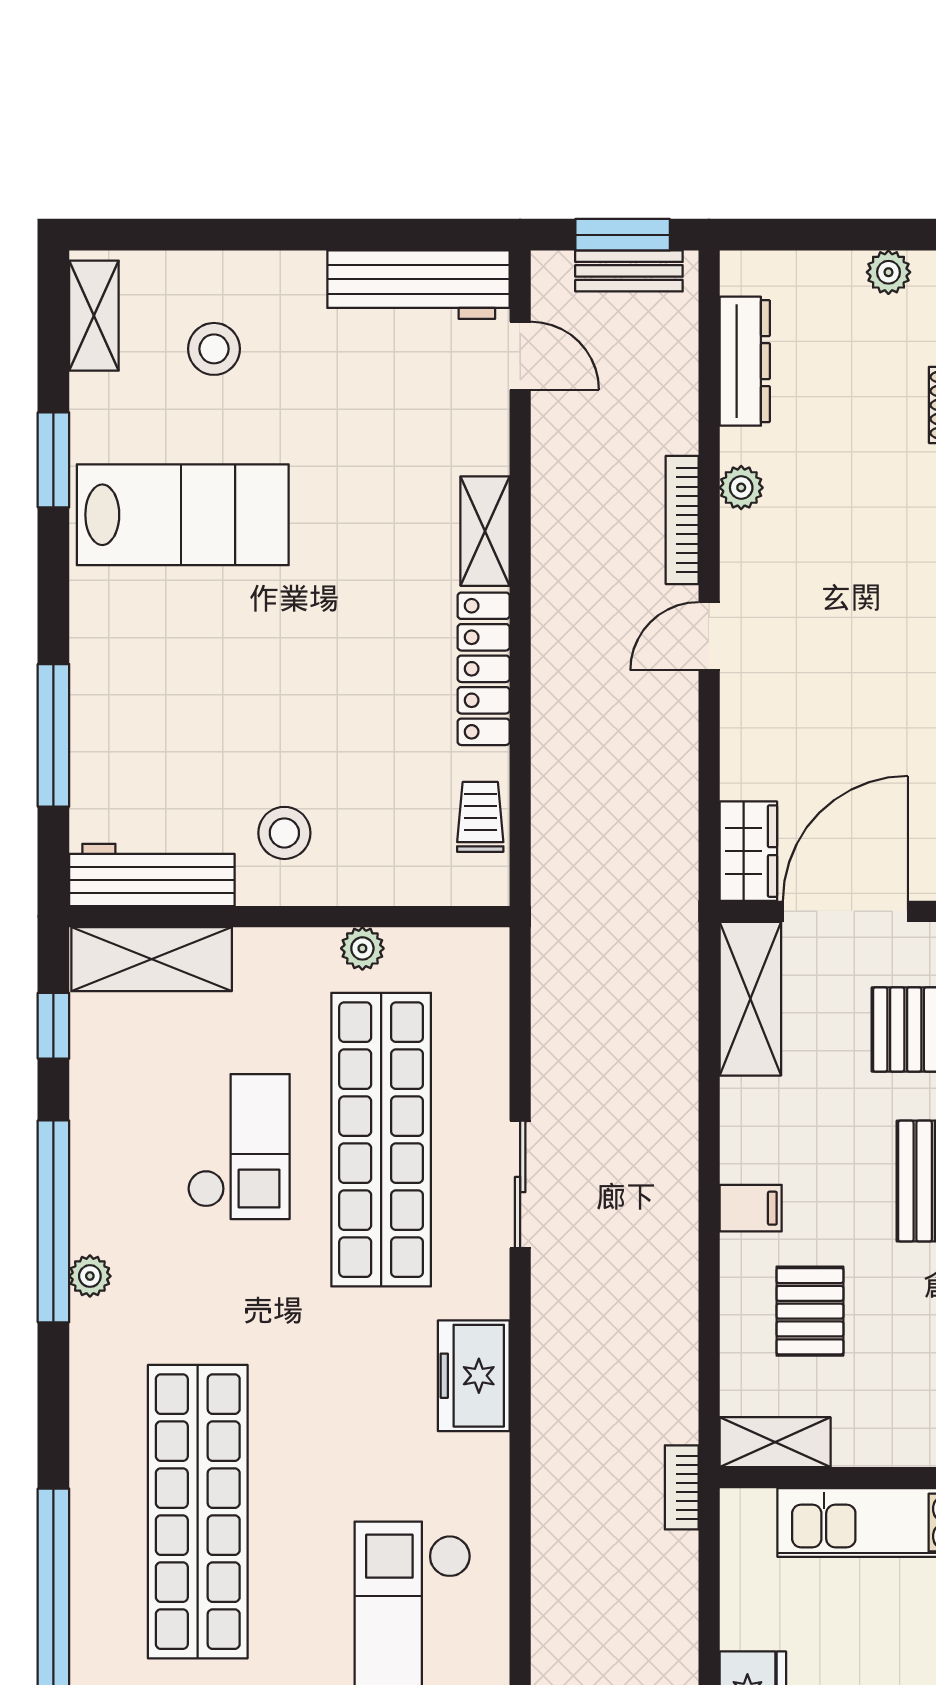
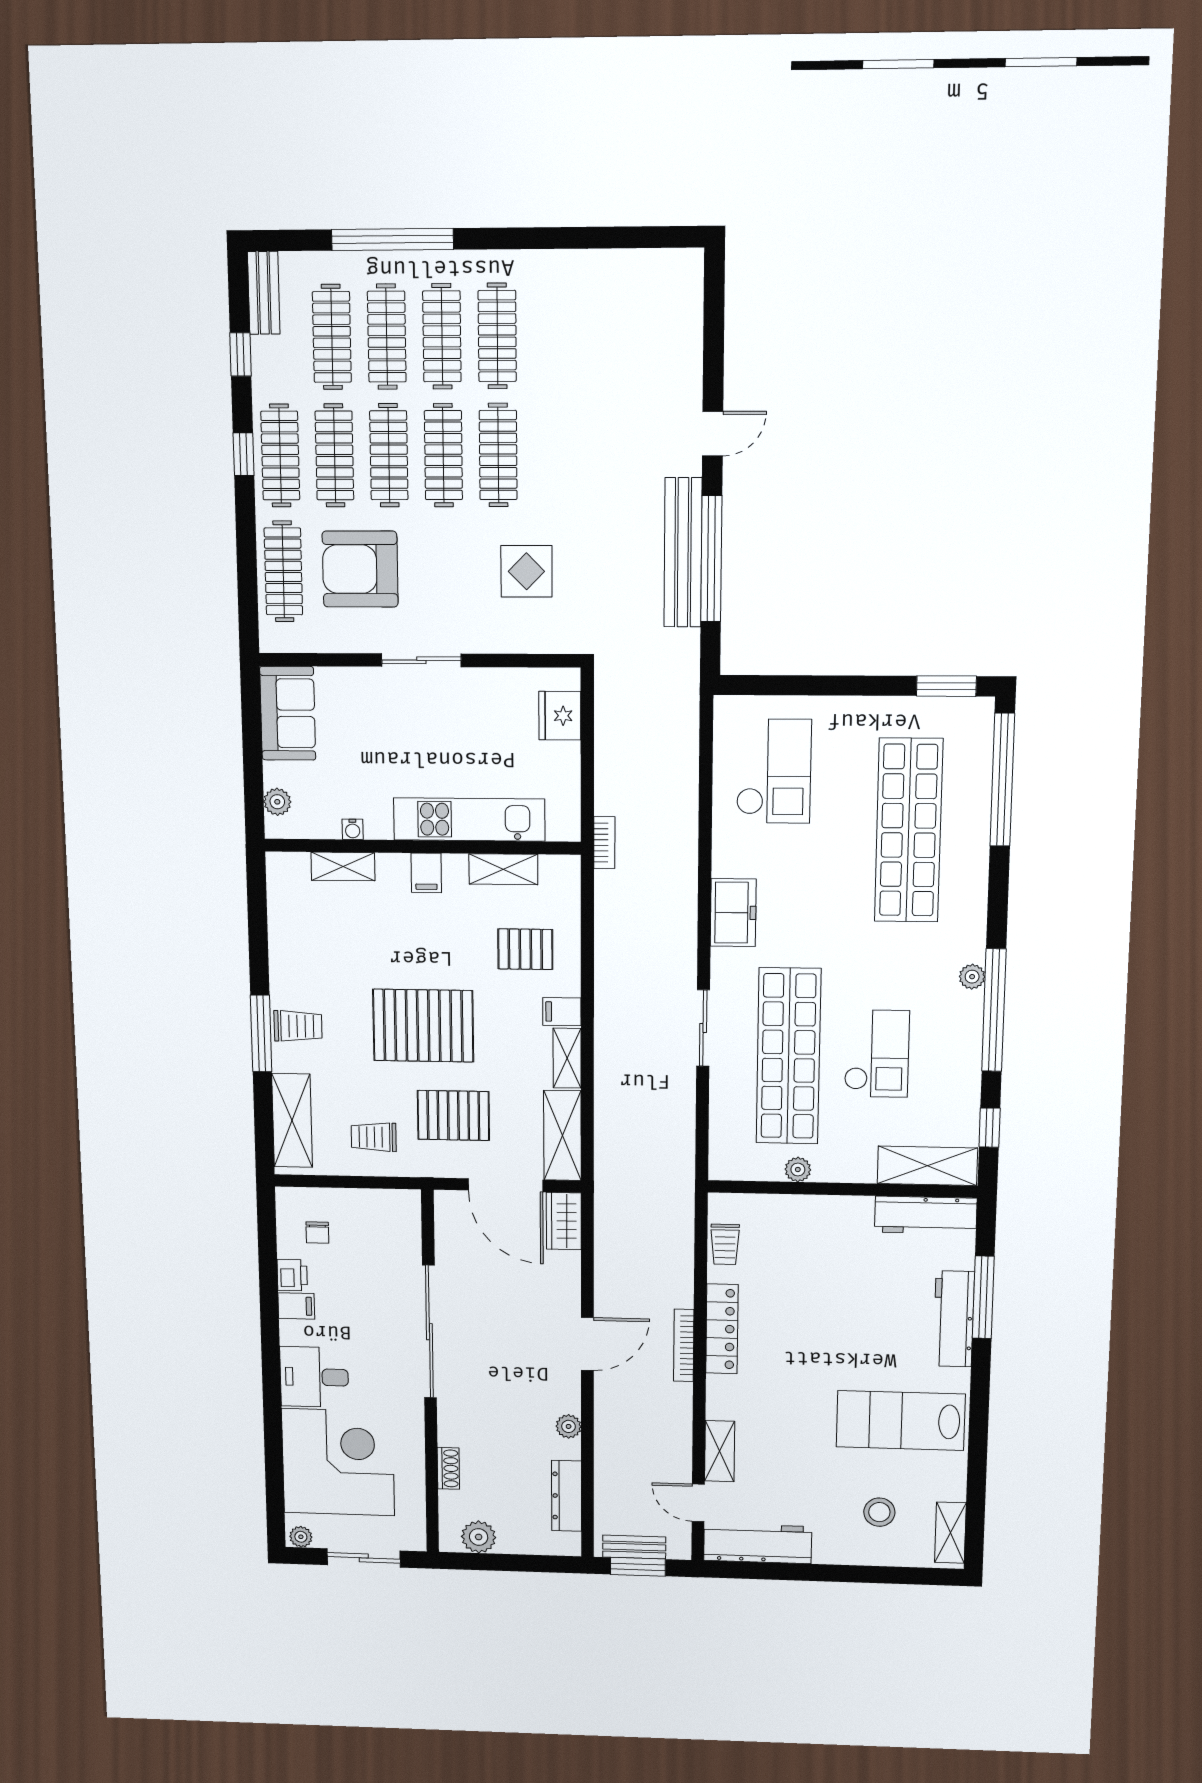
plant: (888, 272) -> (479, 1537), width x1.38, depth x1.38
window: (53, 460) -> (978, 1453), removed
bookcase: (682, 520) -> (684, 1345), moved, turned 180
shelving: (485, 531) -> (720, 1451), moved
door: (709, 636) -> (587, 1344), width x1.38
workbench: (101, 697) -> (954, 1319), added
stool: (284, 833) -> (844, 1238), removed
door: (845, 911) -> (506, 1185), hinge flipped
shelving: (742, 1130) -> (567, 1058), added
checkout: (239, 1147) -> (877, 1054), turned 180
pallet: (810, 1311) -> (525, 949), turned 90
shelving: (775, 1442) -> (503, 869), moved

